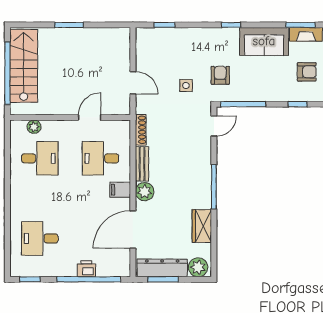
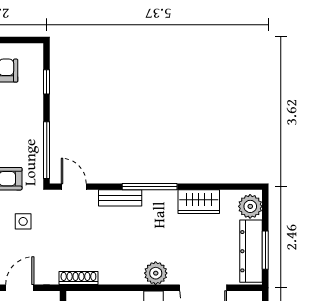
bench: (142, 164) -> (120, 198), moved

